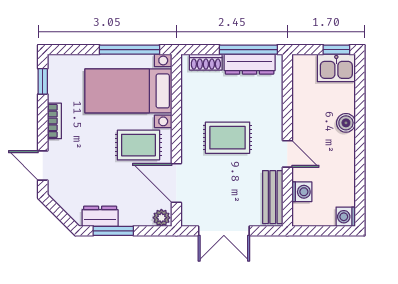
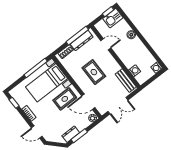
rug: (228, 138) -> (94, 72), turned 90
door: (287, 154) -> (106, 44), moved

